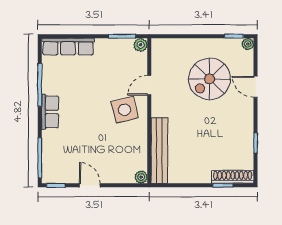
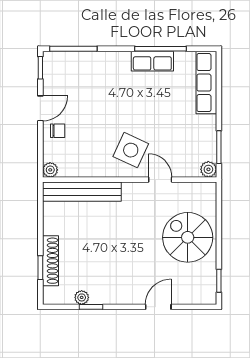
plant: (248, 44) -> (82, 297), moved
spiral stairs: (210, 79) -> (188, 237), moved
side table: (125, 110) -> (131, 150), turned 38
row of seats: (50, 112) -> (152, 61), moved
chair: (108, 171) -> (58, 131), added
shoe rack: (233, 177) -> (50, 261), moved

